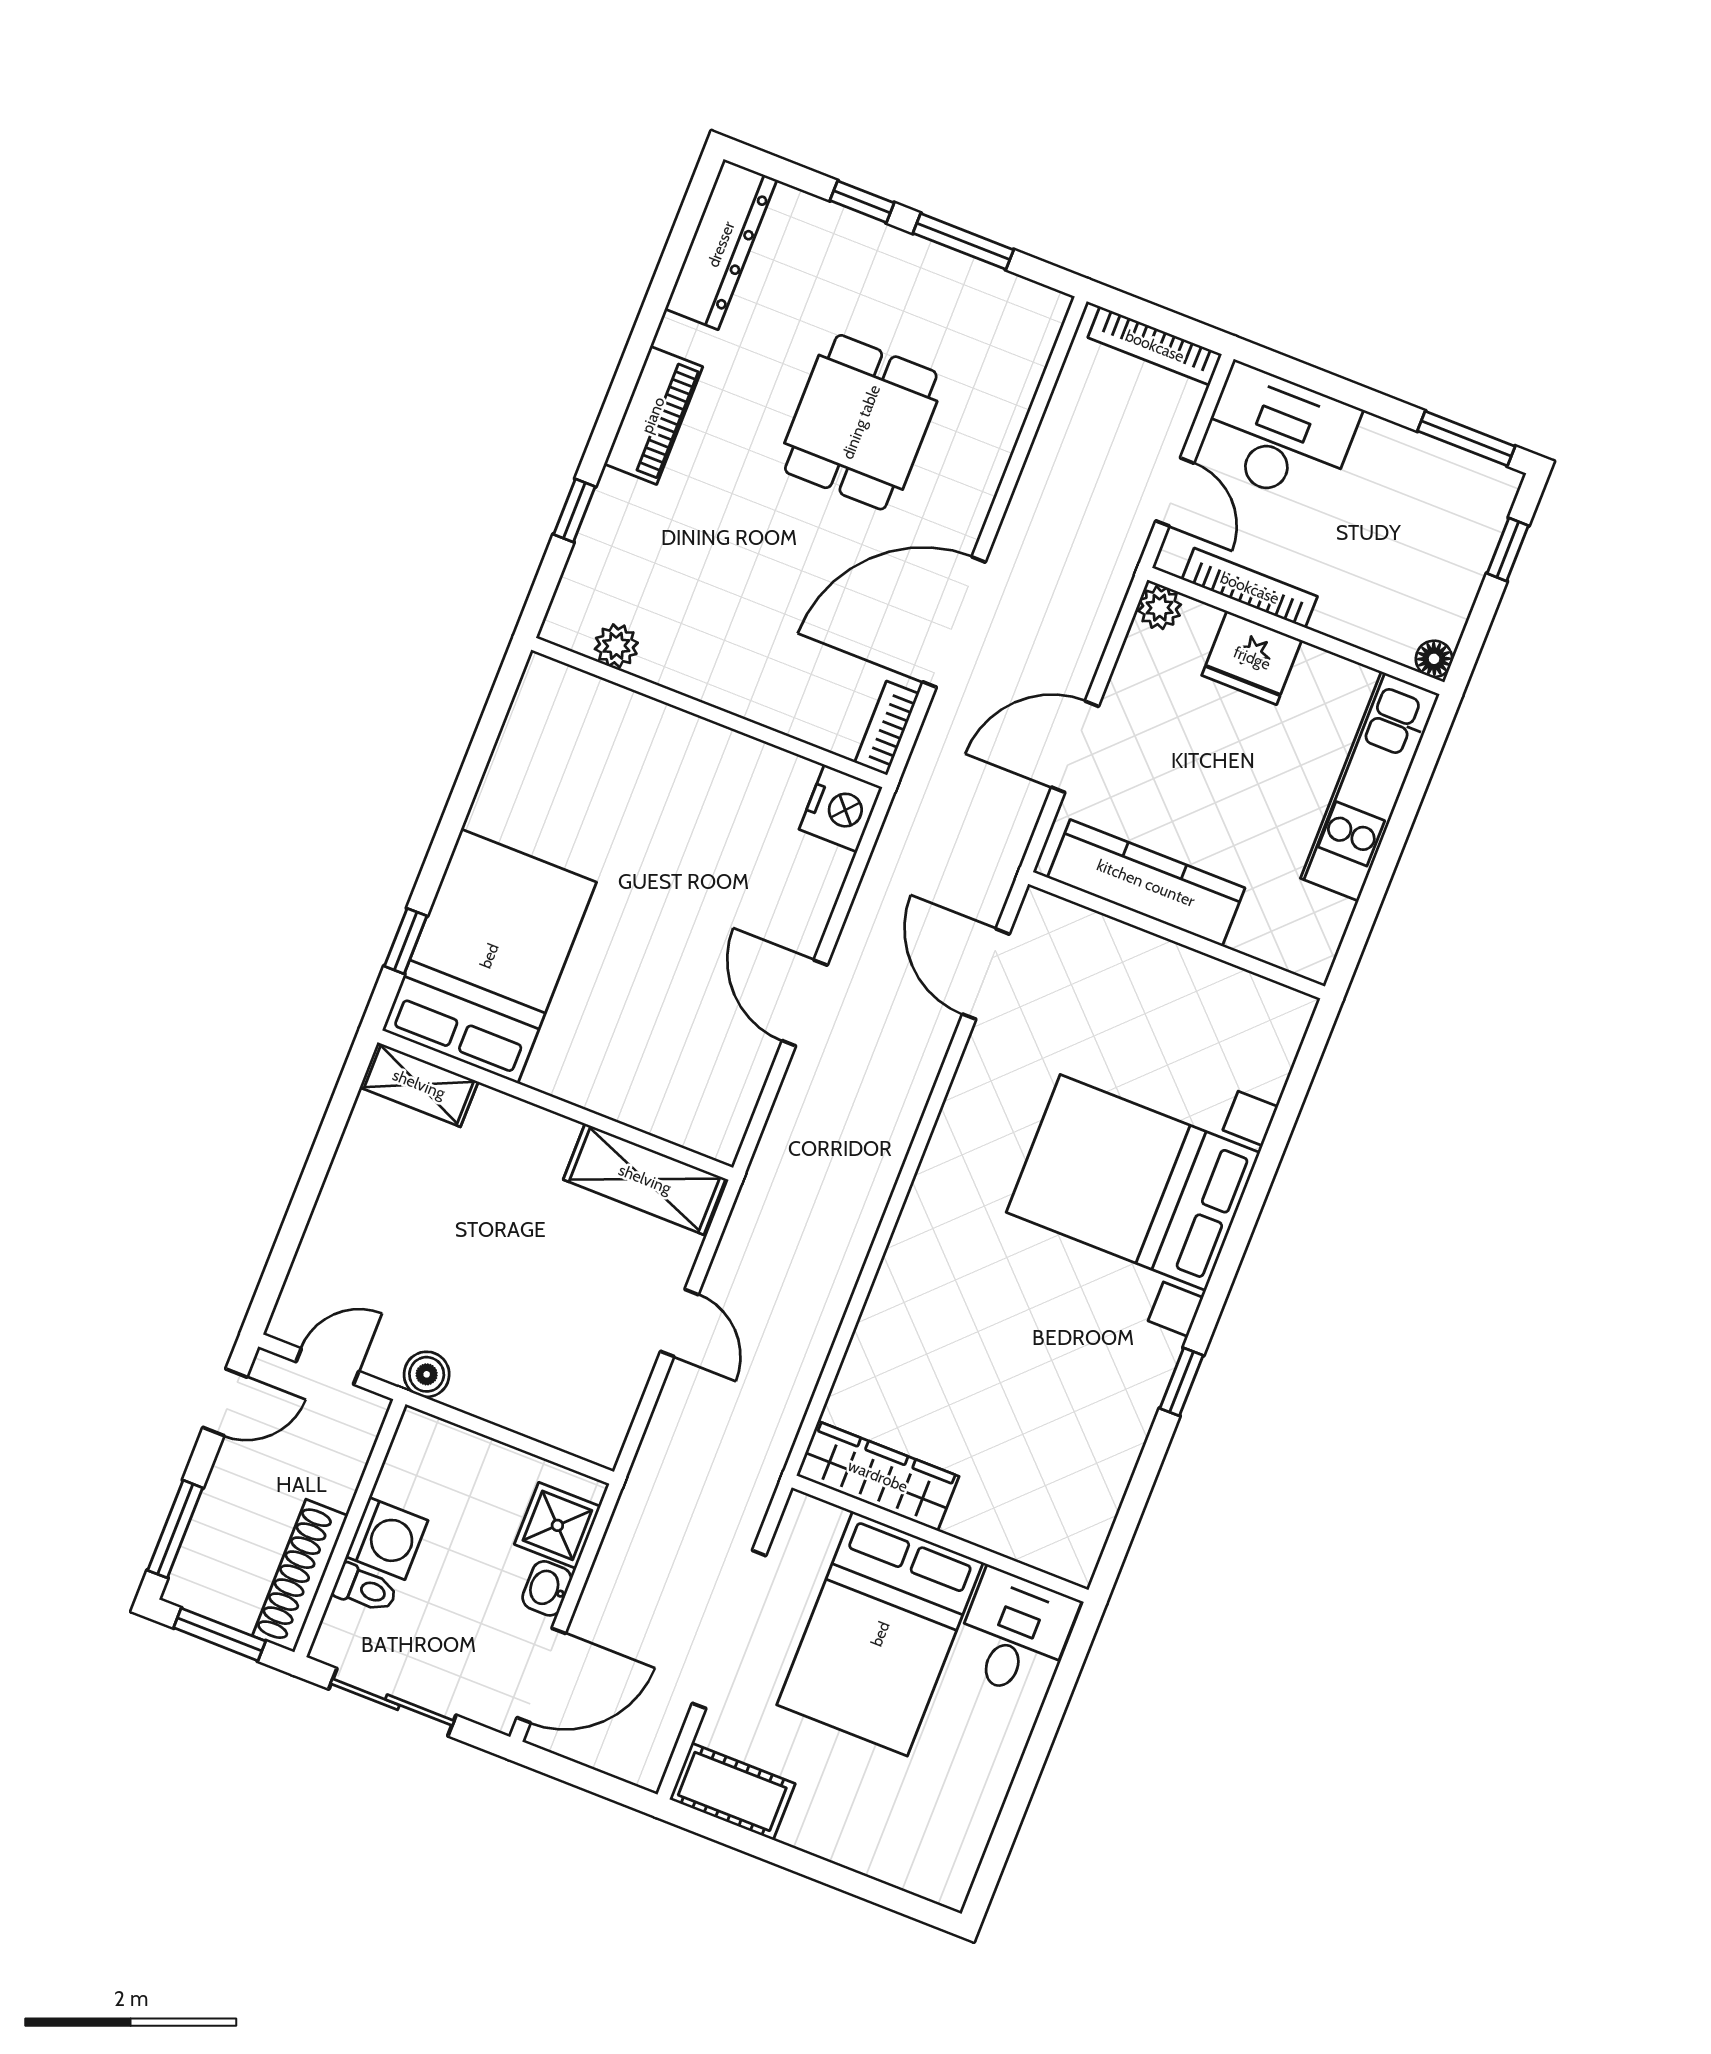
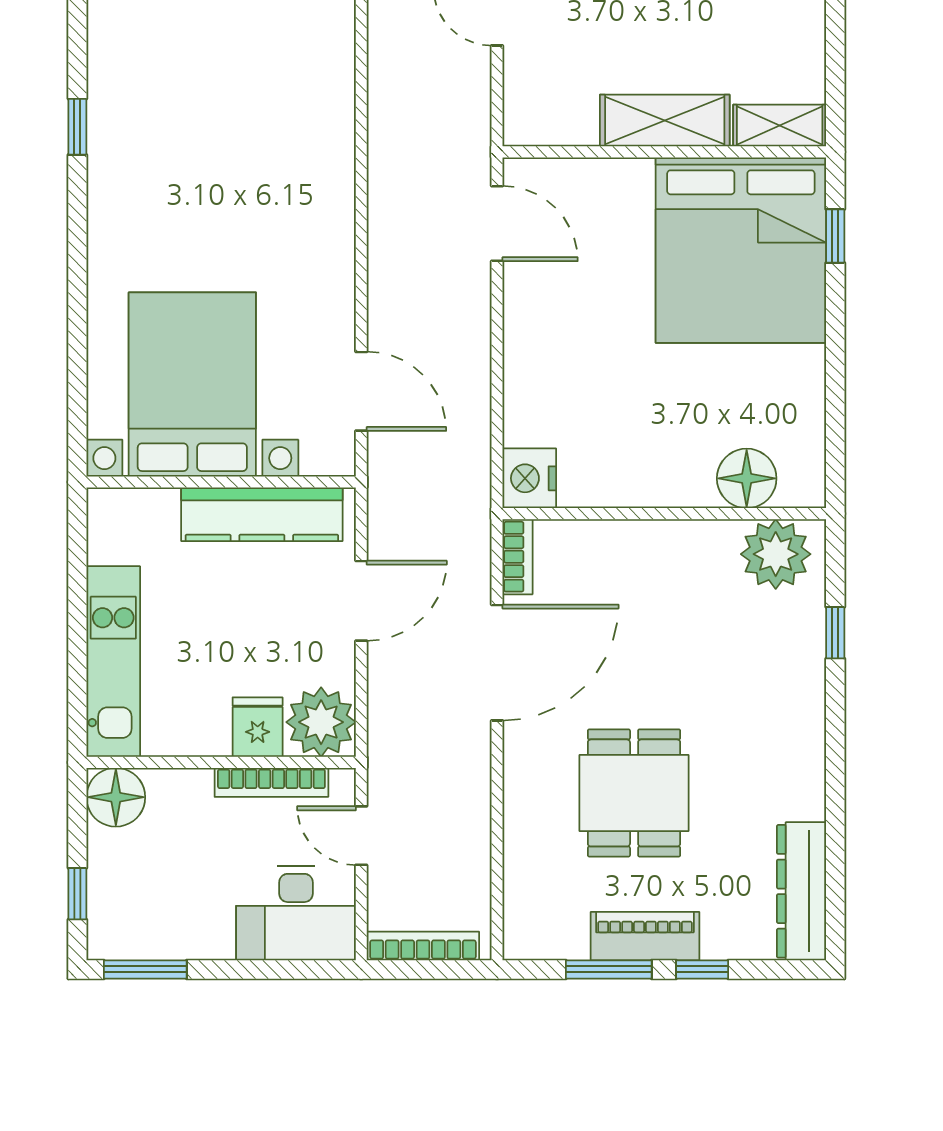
piano: (653, 415) -> (645, 936), moved, turned 90
plant: (1160, 608) -> (321, 722), width x1.87, depth x1.87
plant: (616, 646) -> (776, 554), width x1.88, depth x1.88
fridge: (1252, 658) -> (258, 727), width x0.72
floor lamp: (1434, 659) -> (116, 797), width x1.89, depth x1.89
floor lamp: (605, 716) -> (747, 478), added
bed: (489, 956) -> (741, 250), width x1.36
door: (805, 1003) -> (497, 224), moved
shelving: (645, 1179) -> (665, 121), moved
bed with nightstands: (1133, 1182) -> (192, 384), moved, turned -90

